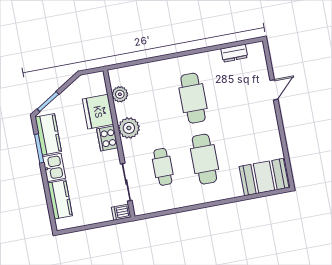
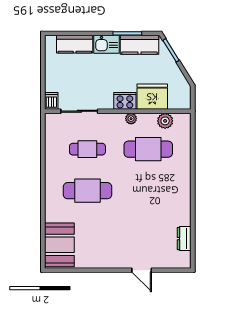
cafe table: (193, 98) -> (148, 149), moved
plant: (129, 128) -> (131, 119), width x0.53, depth x0.53

